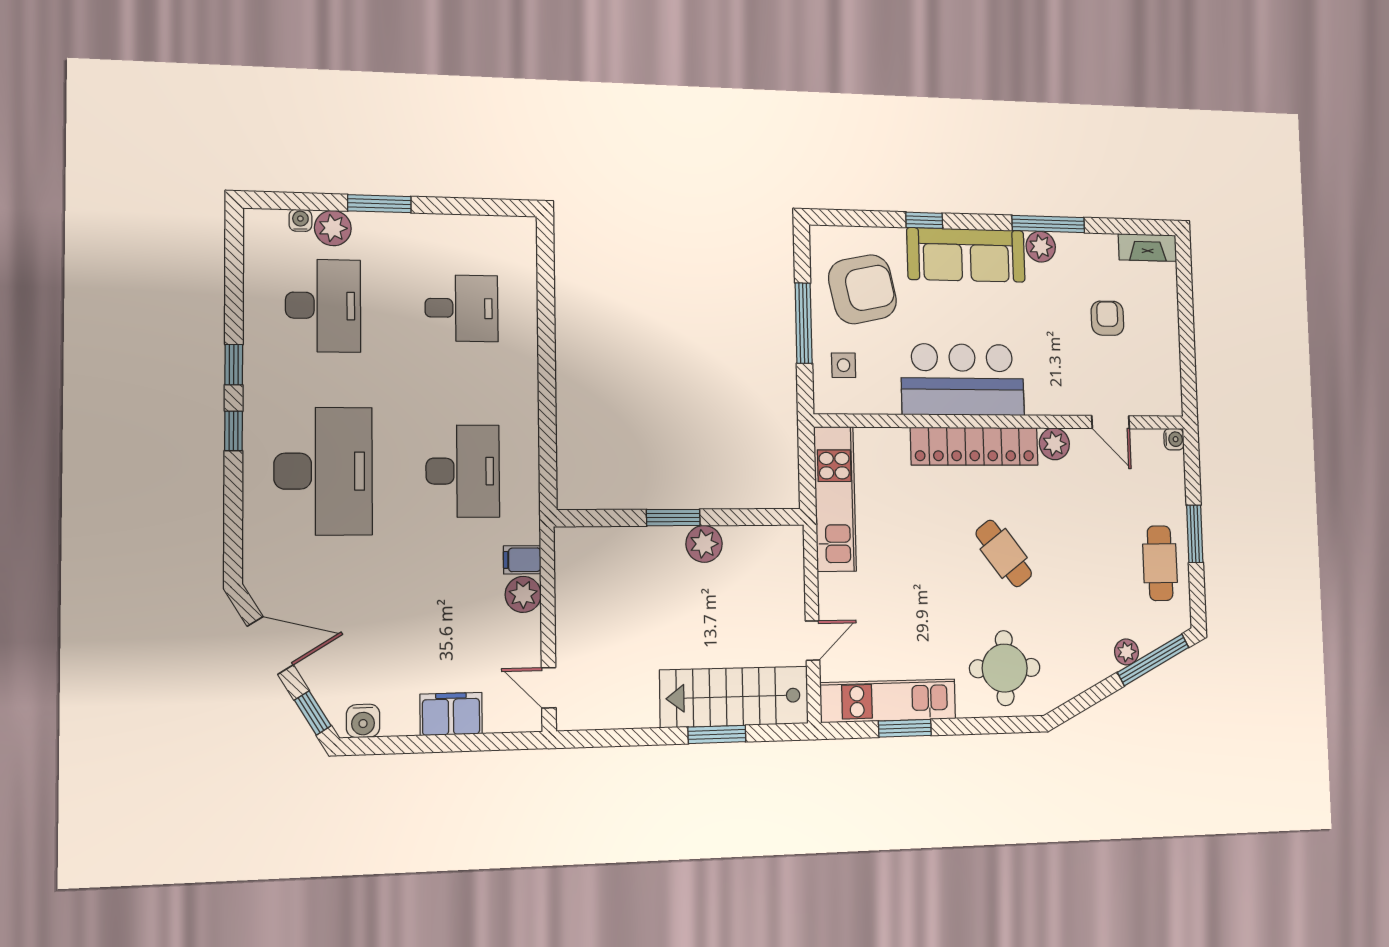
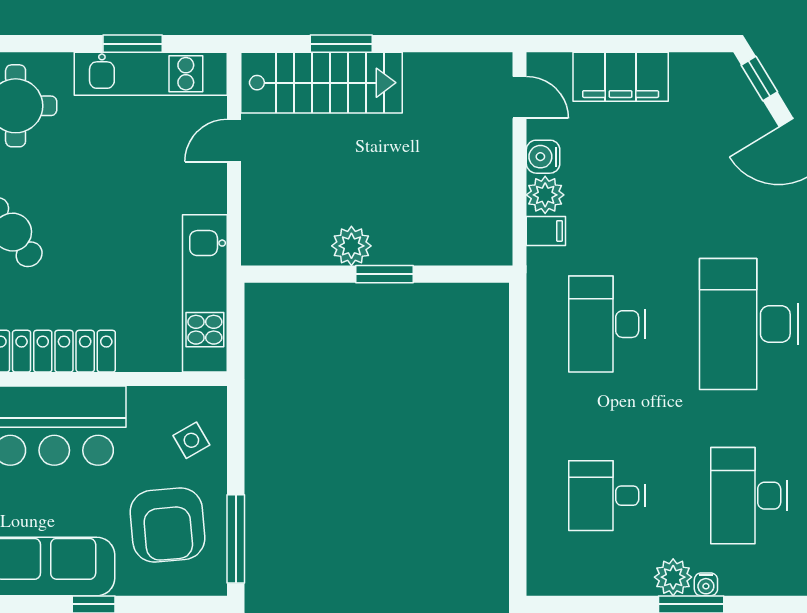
water cooler: (300, 220) -> (706, 584), moved
plant: (333, 228) -> (673, 577), moved
armchair: (862, 289) -> (168, 525), turned -83
window: (804, 323) -> (236, 539), moved
side table: (844, 365) -> (191, 440), turned -30
filing cabinet: (451, 714) -> (621, 77), width x1.50, depth x1.17
water cooler: (363, 721) -> (543, 157), moved, turned -90

